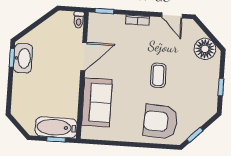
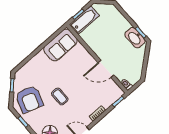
door: (84, 56) -> (106, 69), hinge flipped
sofa: (97, 102) -> (60, 45), moved, turned -90
armchair: (160, 122) -> (29, 99), moved, turned 106

